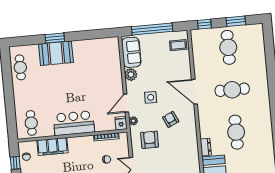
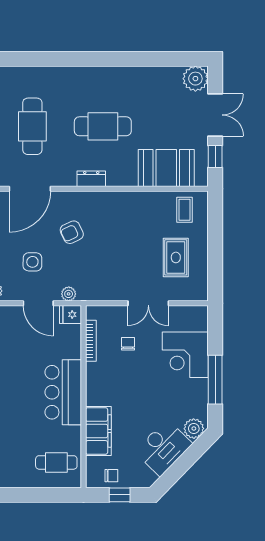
armchair: (150, 140) -> (102, 270), removed
dresser: (206, 147) -> (91, 179), moved

